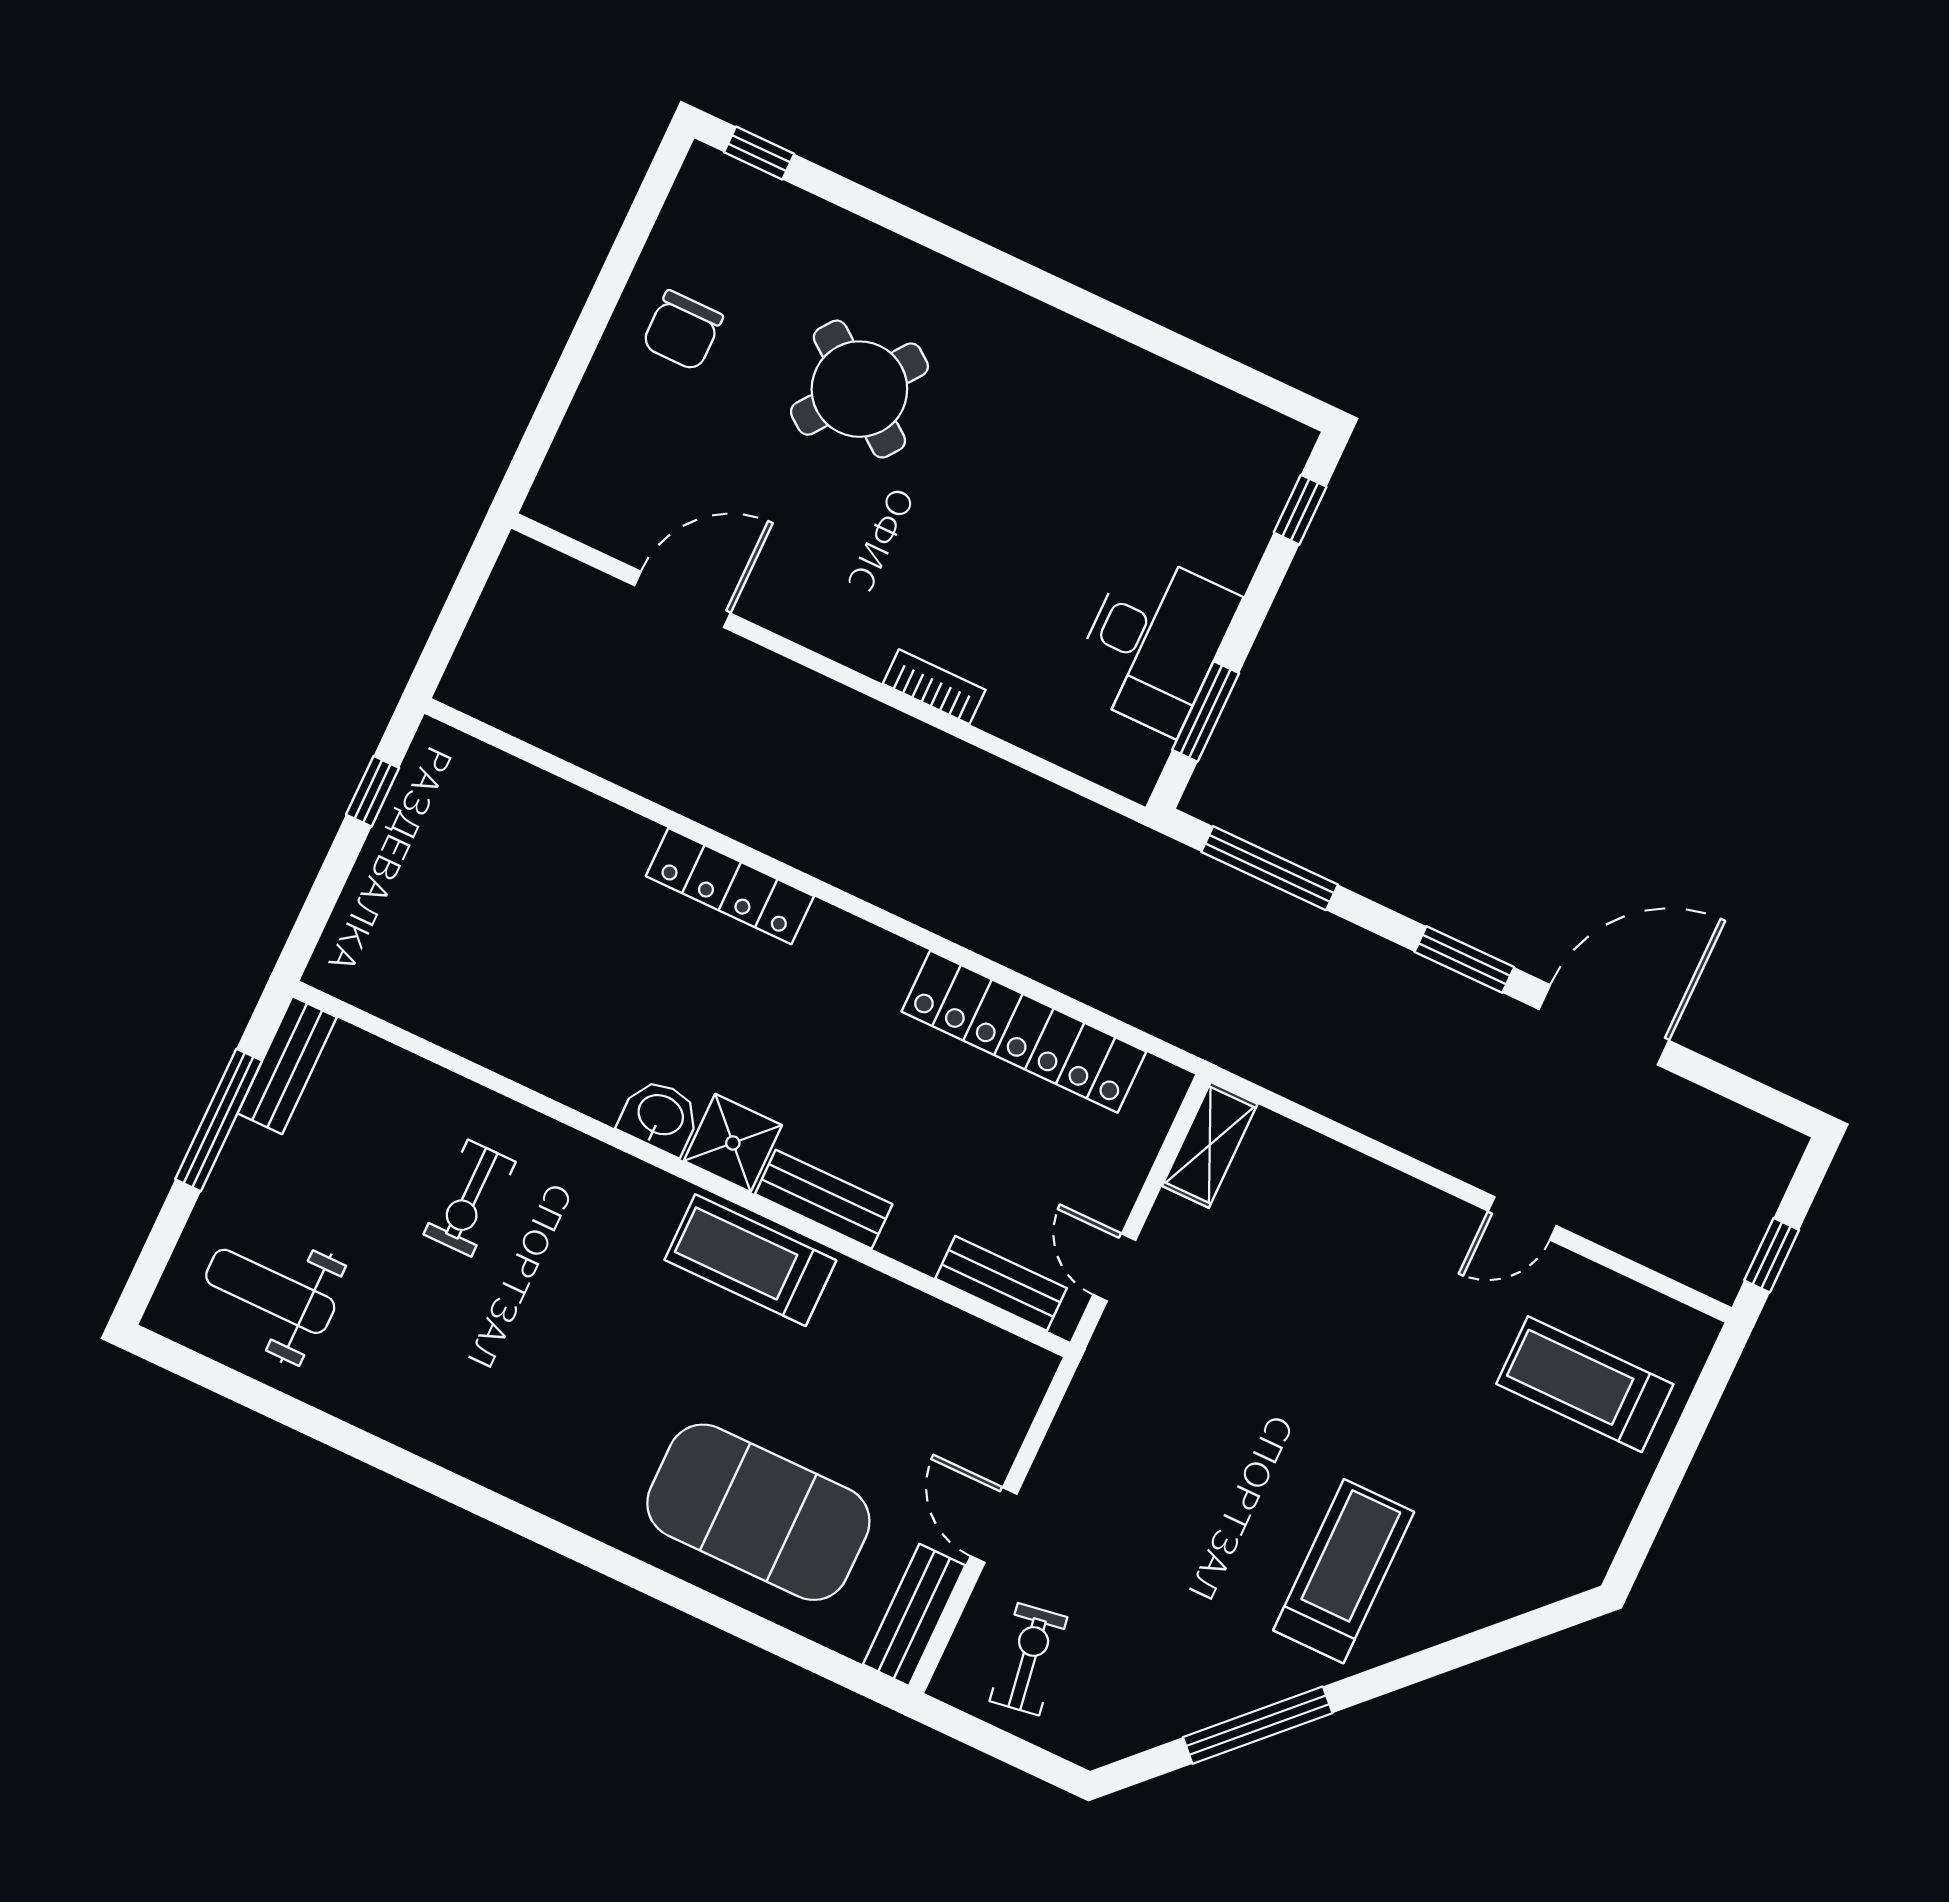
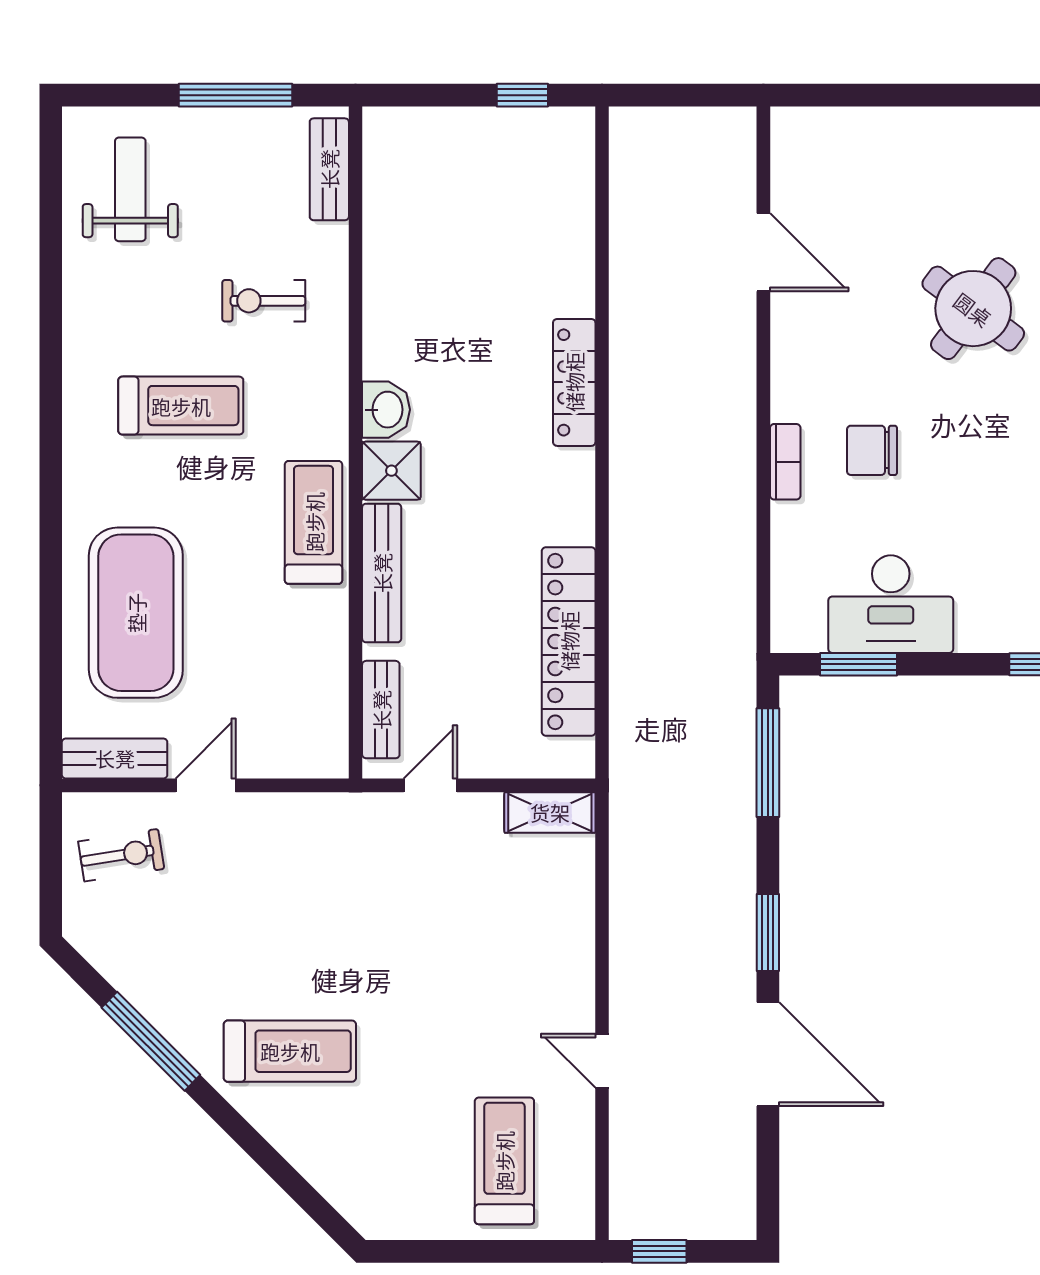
chair: (682, 331) -> (872, 450), moved
bench: (287, 1065) -> (329, 169), moved, turned 90
bench: (824, 1199) -> (382, 573), width x1.36
treadmill: (545, 1349) -> (181, 406), added

